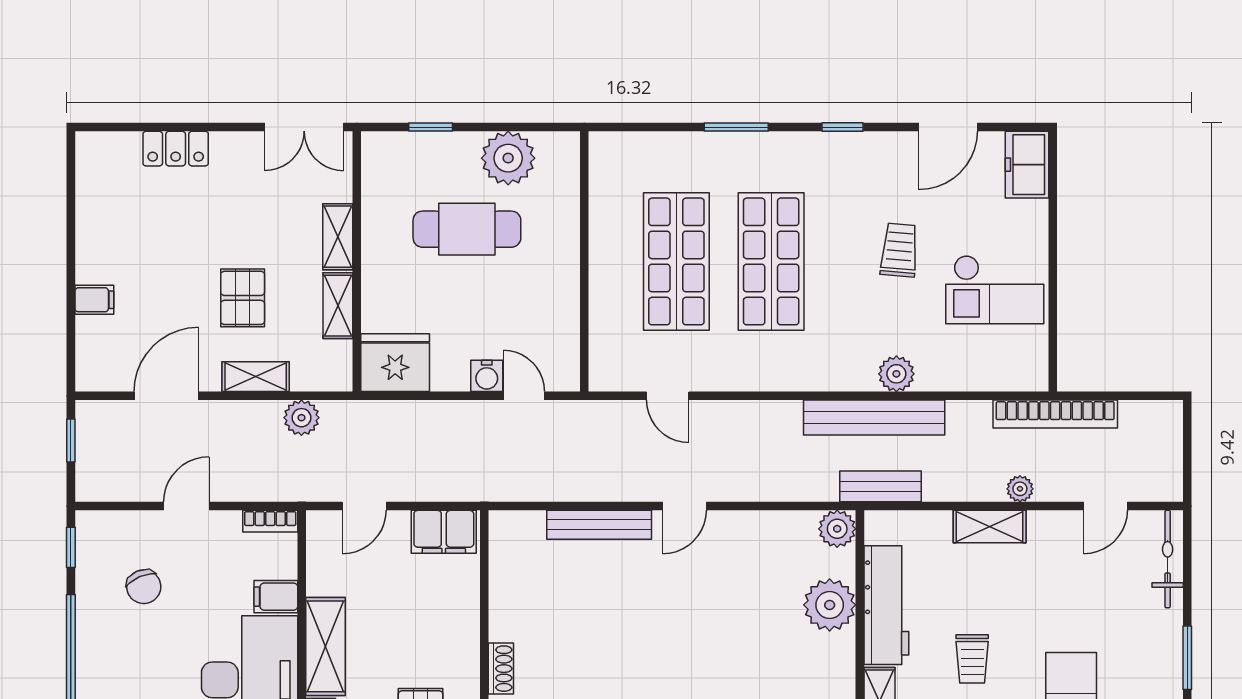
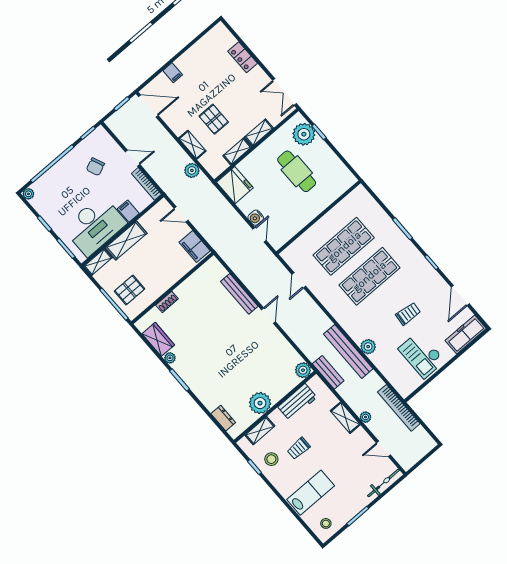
door: (948, 127) -> (460, 296), hinge flipped
plant: (508, 158) -> (304, 134), moved
freezer: (1027, 165) -> (466, 334), width x1.40
pallet: (243, 298) -> (214, 119), turned 90
door: (166, 396) -> (148, 106), moved
door: (684, 506) -> (268, 316), swing flipped
bookcase: (270, 521) -> (146, 184), width x1.56
plant: (830, 605) -> (260, 403), moved
workbench: (886, 605) -> (297, 402), width x0.73

